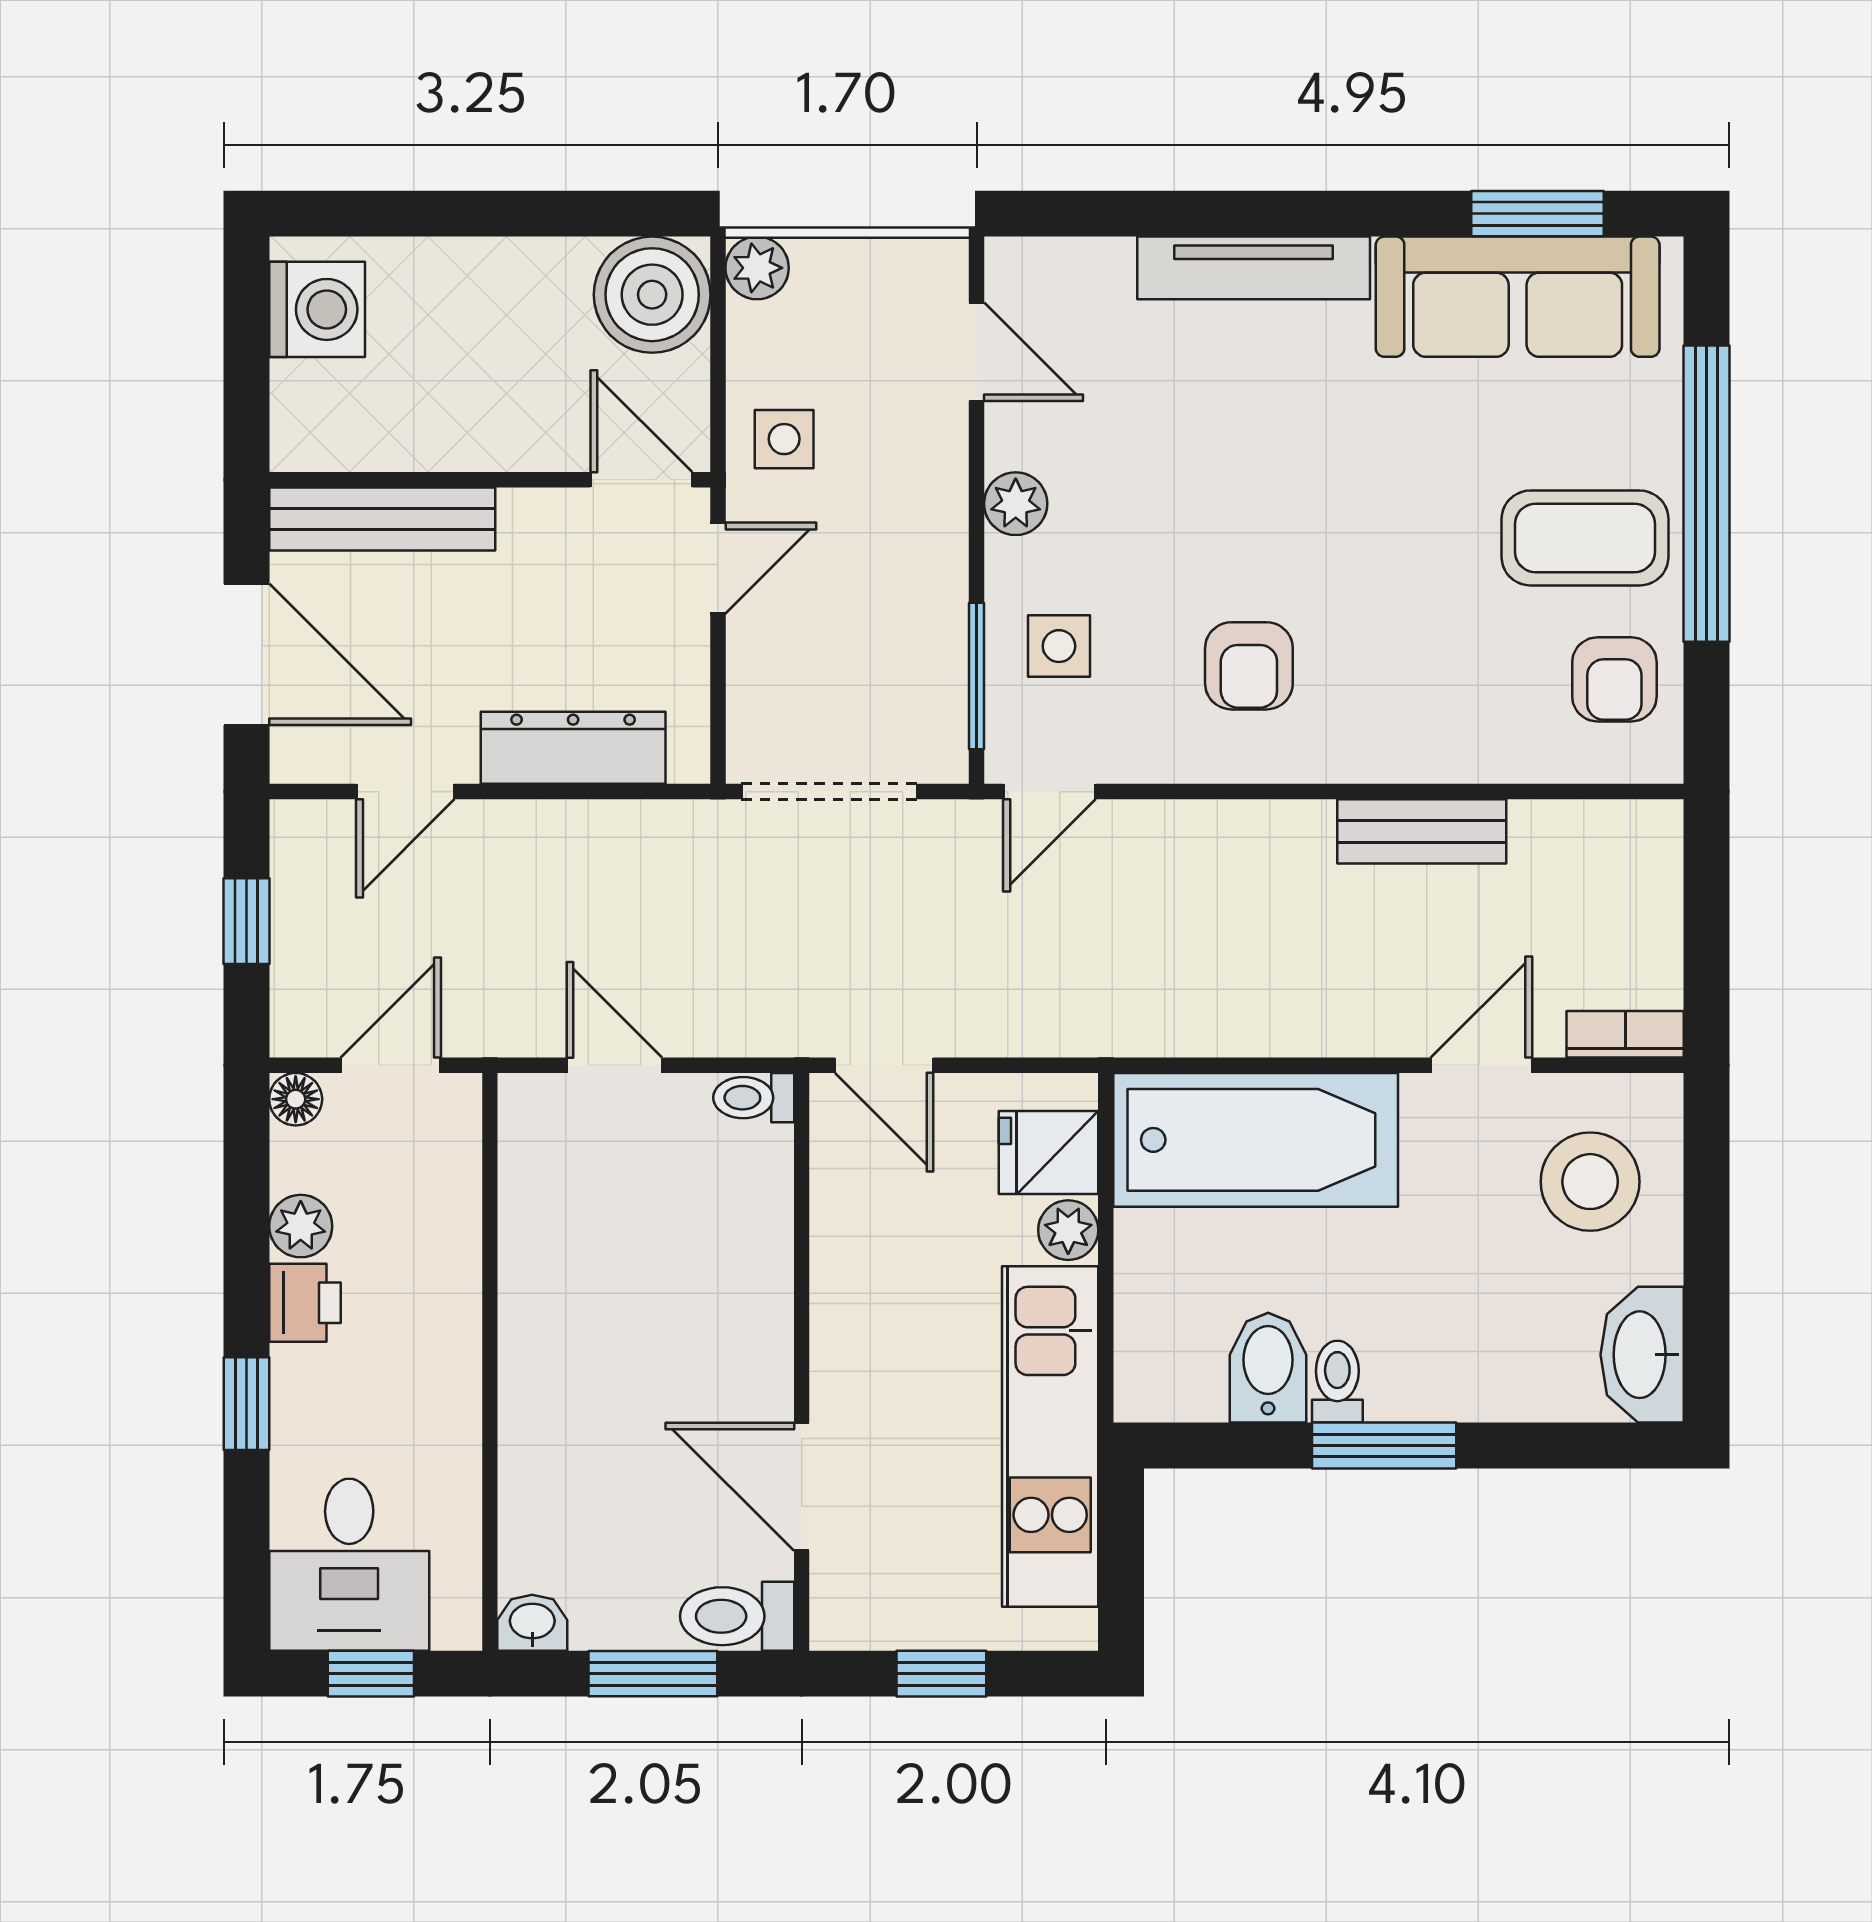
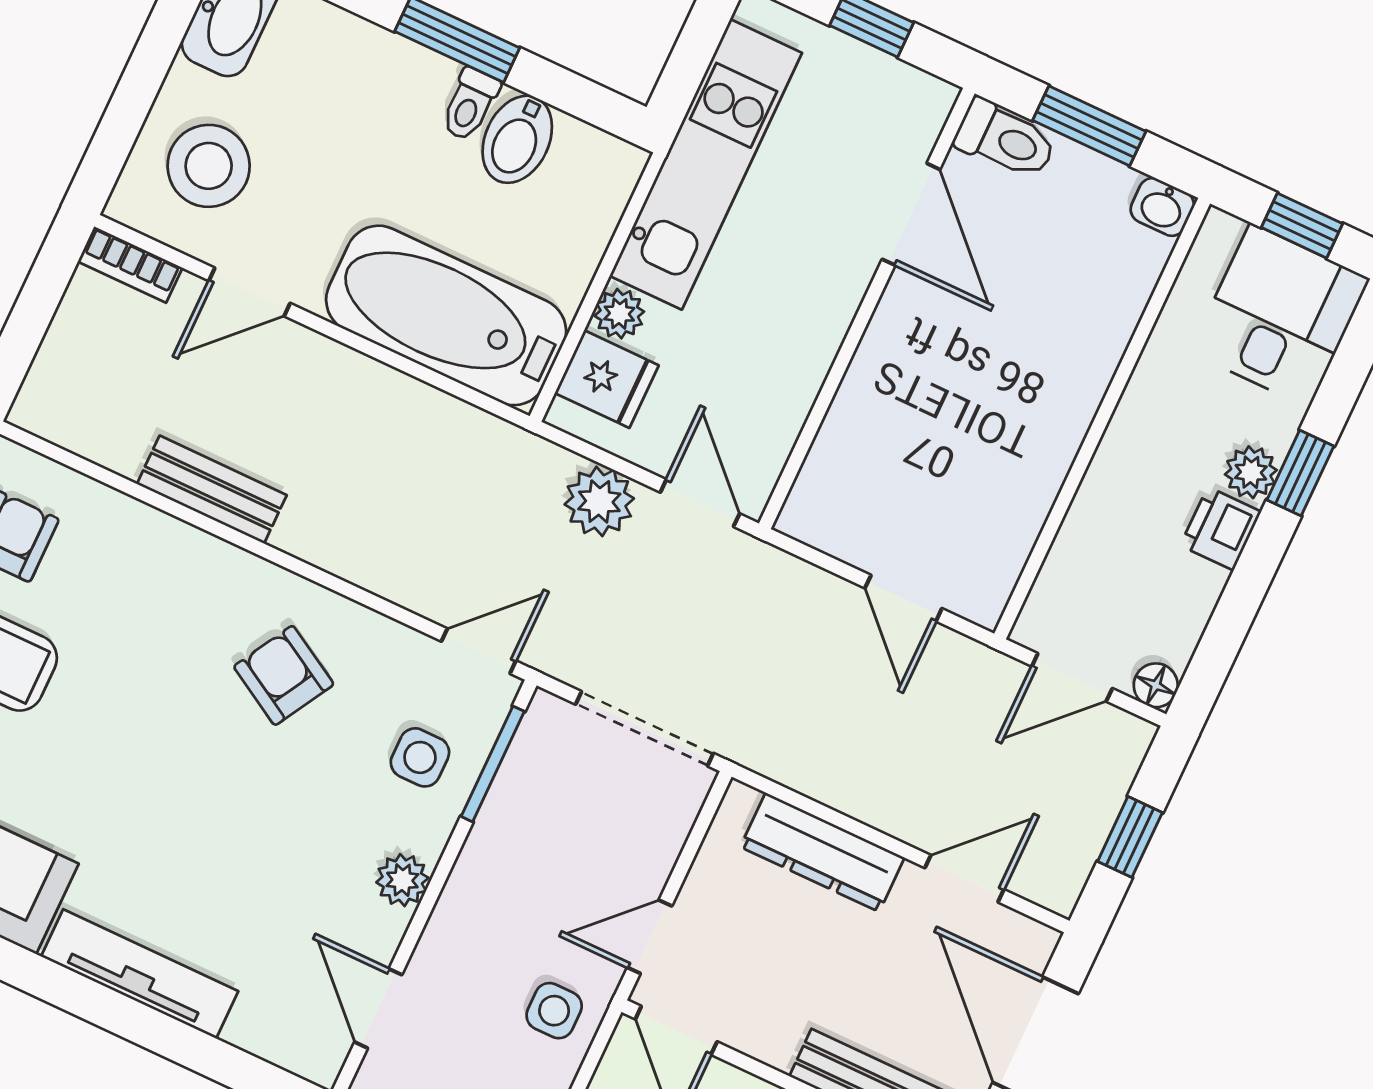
armchair: (1249, 666) -> (284, 675), turned -60
plant: (994, 1016) -> (599, 501), added
toilet: (754, 1098) -> (810, 525), removed
plant: (301, 1226) -> (1251, 472), moved

